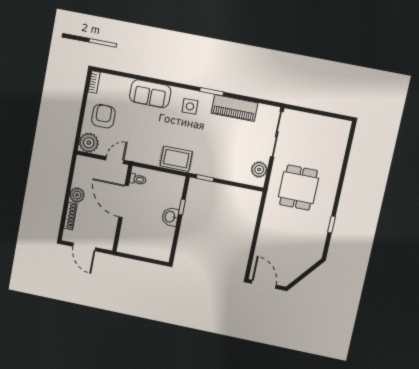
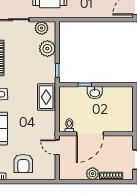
armchair: (103, 116) -> (23, 164), turned -90
plant: (89, 143) -> (47, 49), moved

